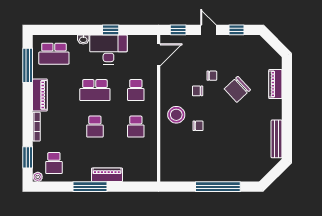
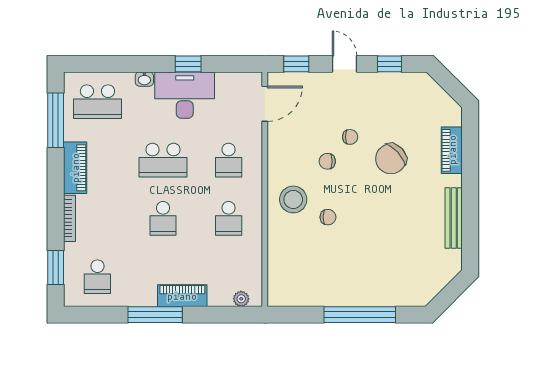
bench: (277, 139) -> (454, 218), moved
plant: (38, 177) -> (241, 299), moved

